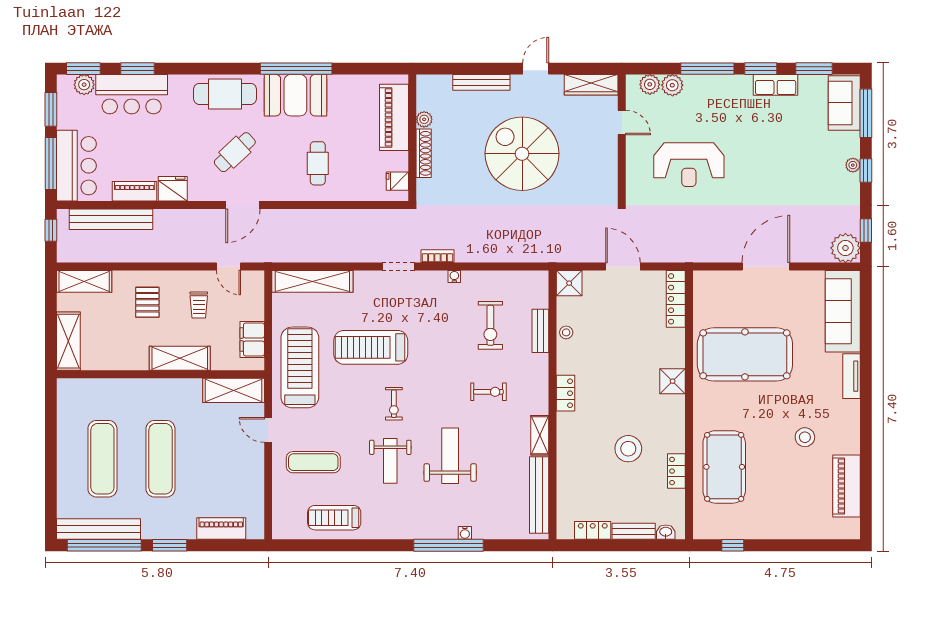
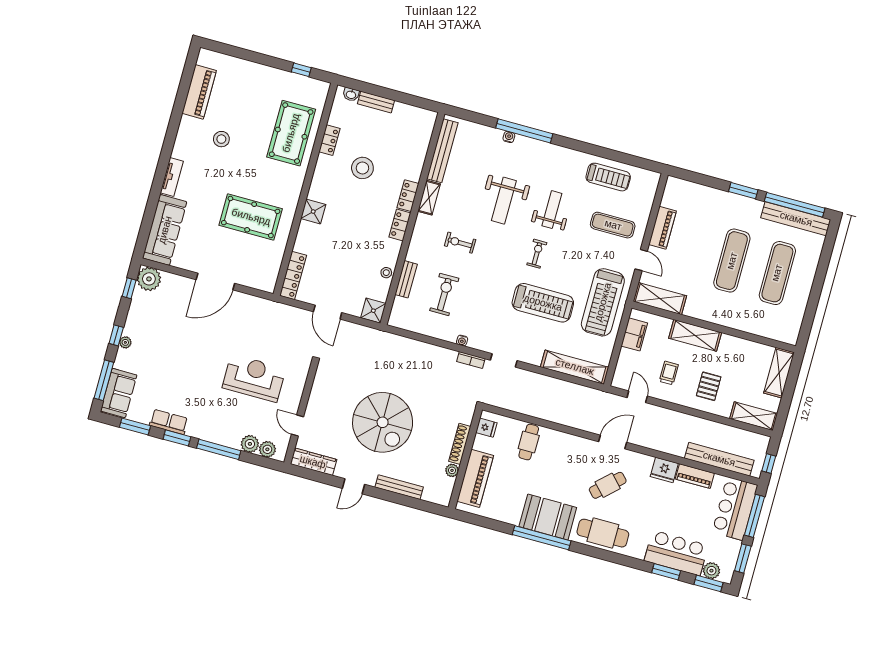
cafe table: (318, 163) -> (529, 442), moved
pool table: (745, 354) -> (251, 217), width x0.73, depth x0.76
piano: (221, 529) -> (662, 228), moved, turned -90
locker: (593, 530) -> (408, 196), moved, turned 90

